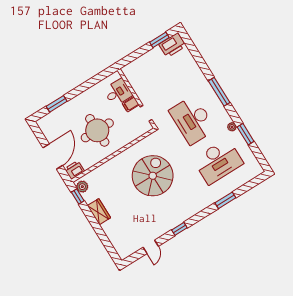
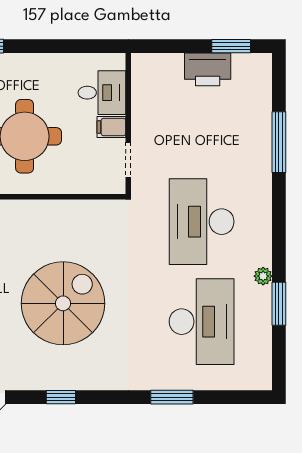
printer: (172, 45) -> (208, 69), moved
window: (219, 92) -> (279, 142), moved
desk: (218, 161) -> (202, 322), turned -90
spiral stairs: (153, 176) -> (63, 303), moved

